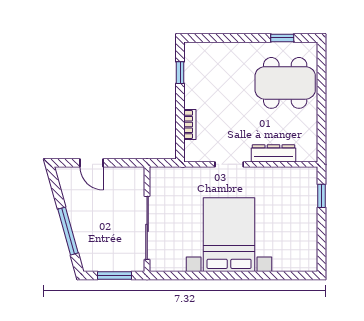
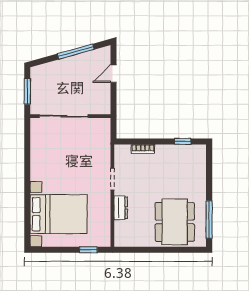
window: (282, 38) -> (209, 220), width x2.17
dresser: (273, 153) -> (121, 208), width x0.70
window: (68, 231) -> (76, 52), moved
bed with nightstands: (229, 235) -> (59, 214), moved

